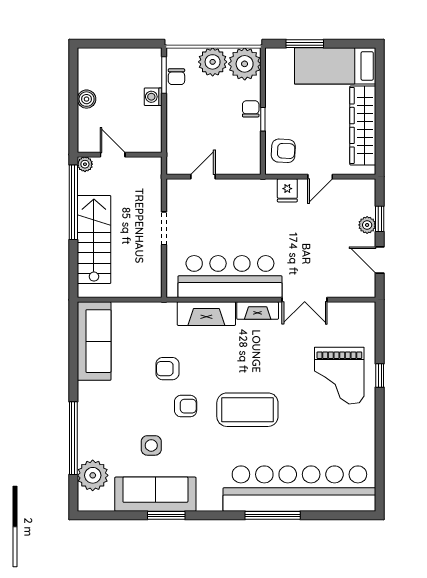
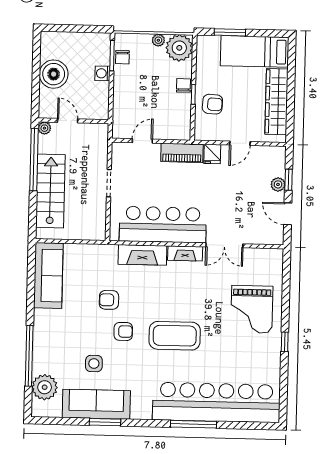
plant: (213, 62) -> (158, 40), width x0.53, depth x0.53
boiler: (87, 99) -> (54, 74), width x1.86, depth x1.86
armchair: (283, 151) -> (212, 104), moved
piano: (251, 190) -> (182, 153), added
window: (380, 376) -> (285, 342), moved

